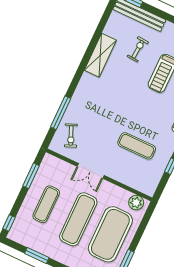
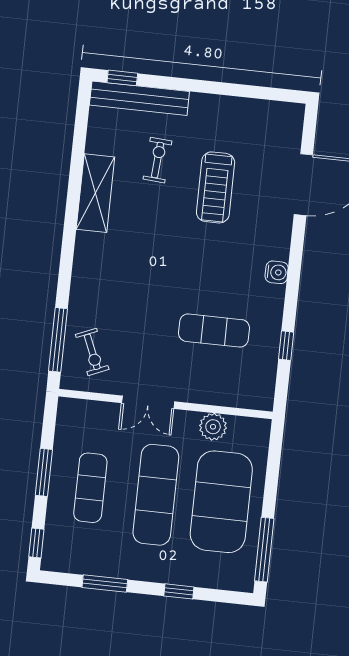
window: (61, 113) -> (58, 340), moved
window: (31, 176) -> (44, 472), moved
plant: (136, 203) -> (213, 427), moved

